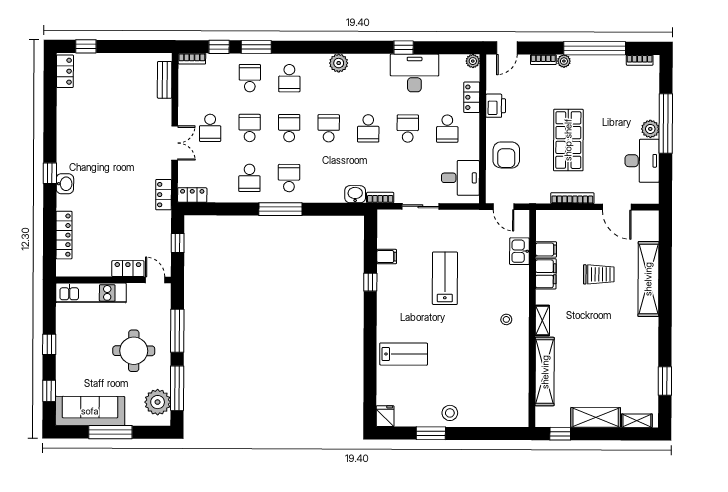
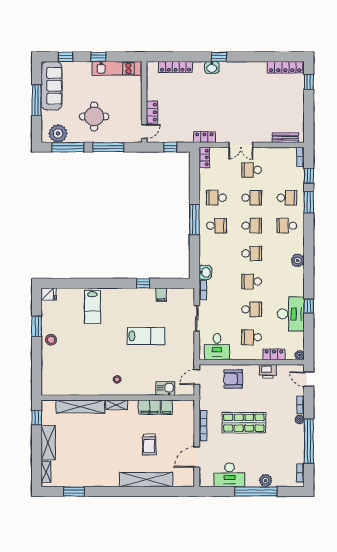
locker: (65, 71) -> (285, 67), width x1.53
plant: (650, 129) -> (266, 481), moved
kitchen unit: (91, 293) -> (117, 68), moved, turned -90

